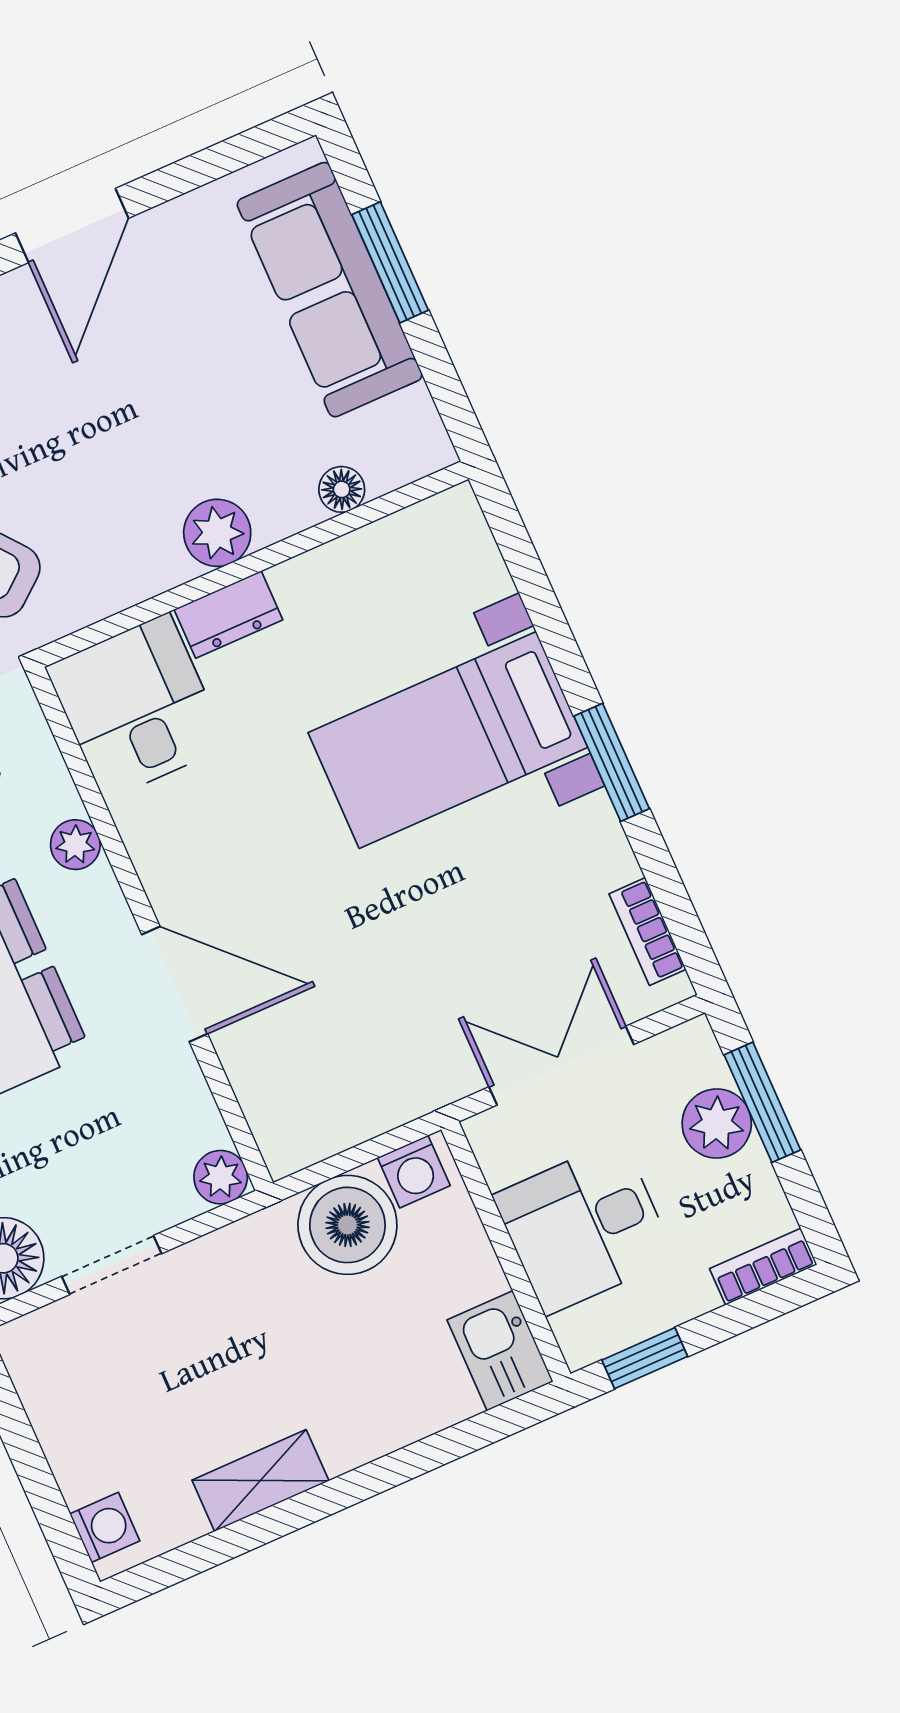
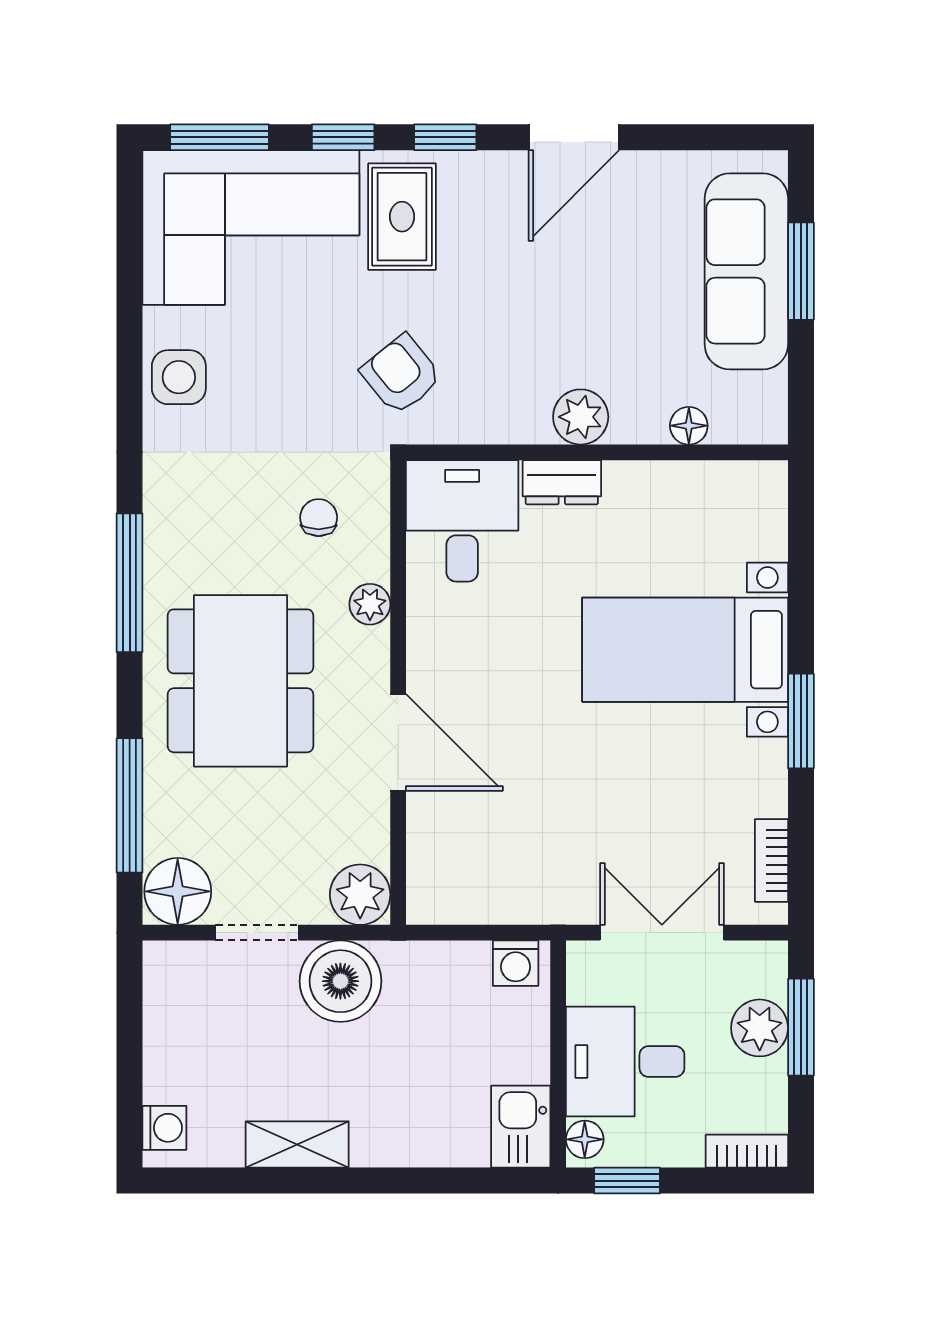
plant: (221, 1177) -> (360, 895), width x1.38, depth x1.38
boiler: (347, 1225) -> (340, 981), moved
floor lamp: (577, 1333) -> (585, 1139), added

